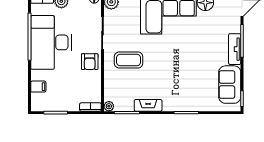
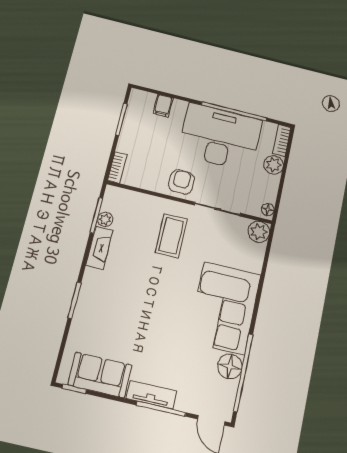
armchair: (90, 62) -> (181, 182), turned 92
plant: (109, 106) -> (105, 219), moved

